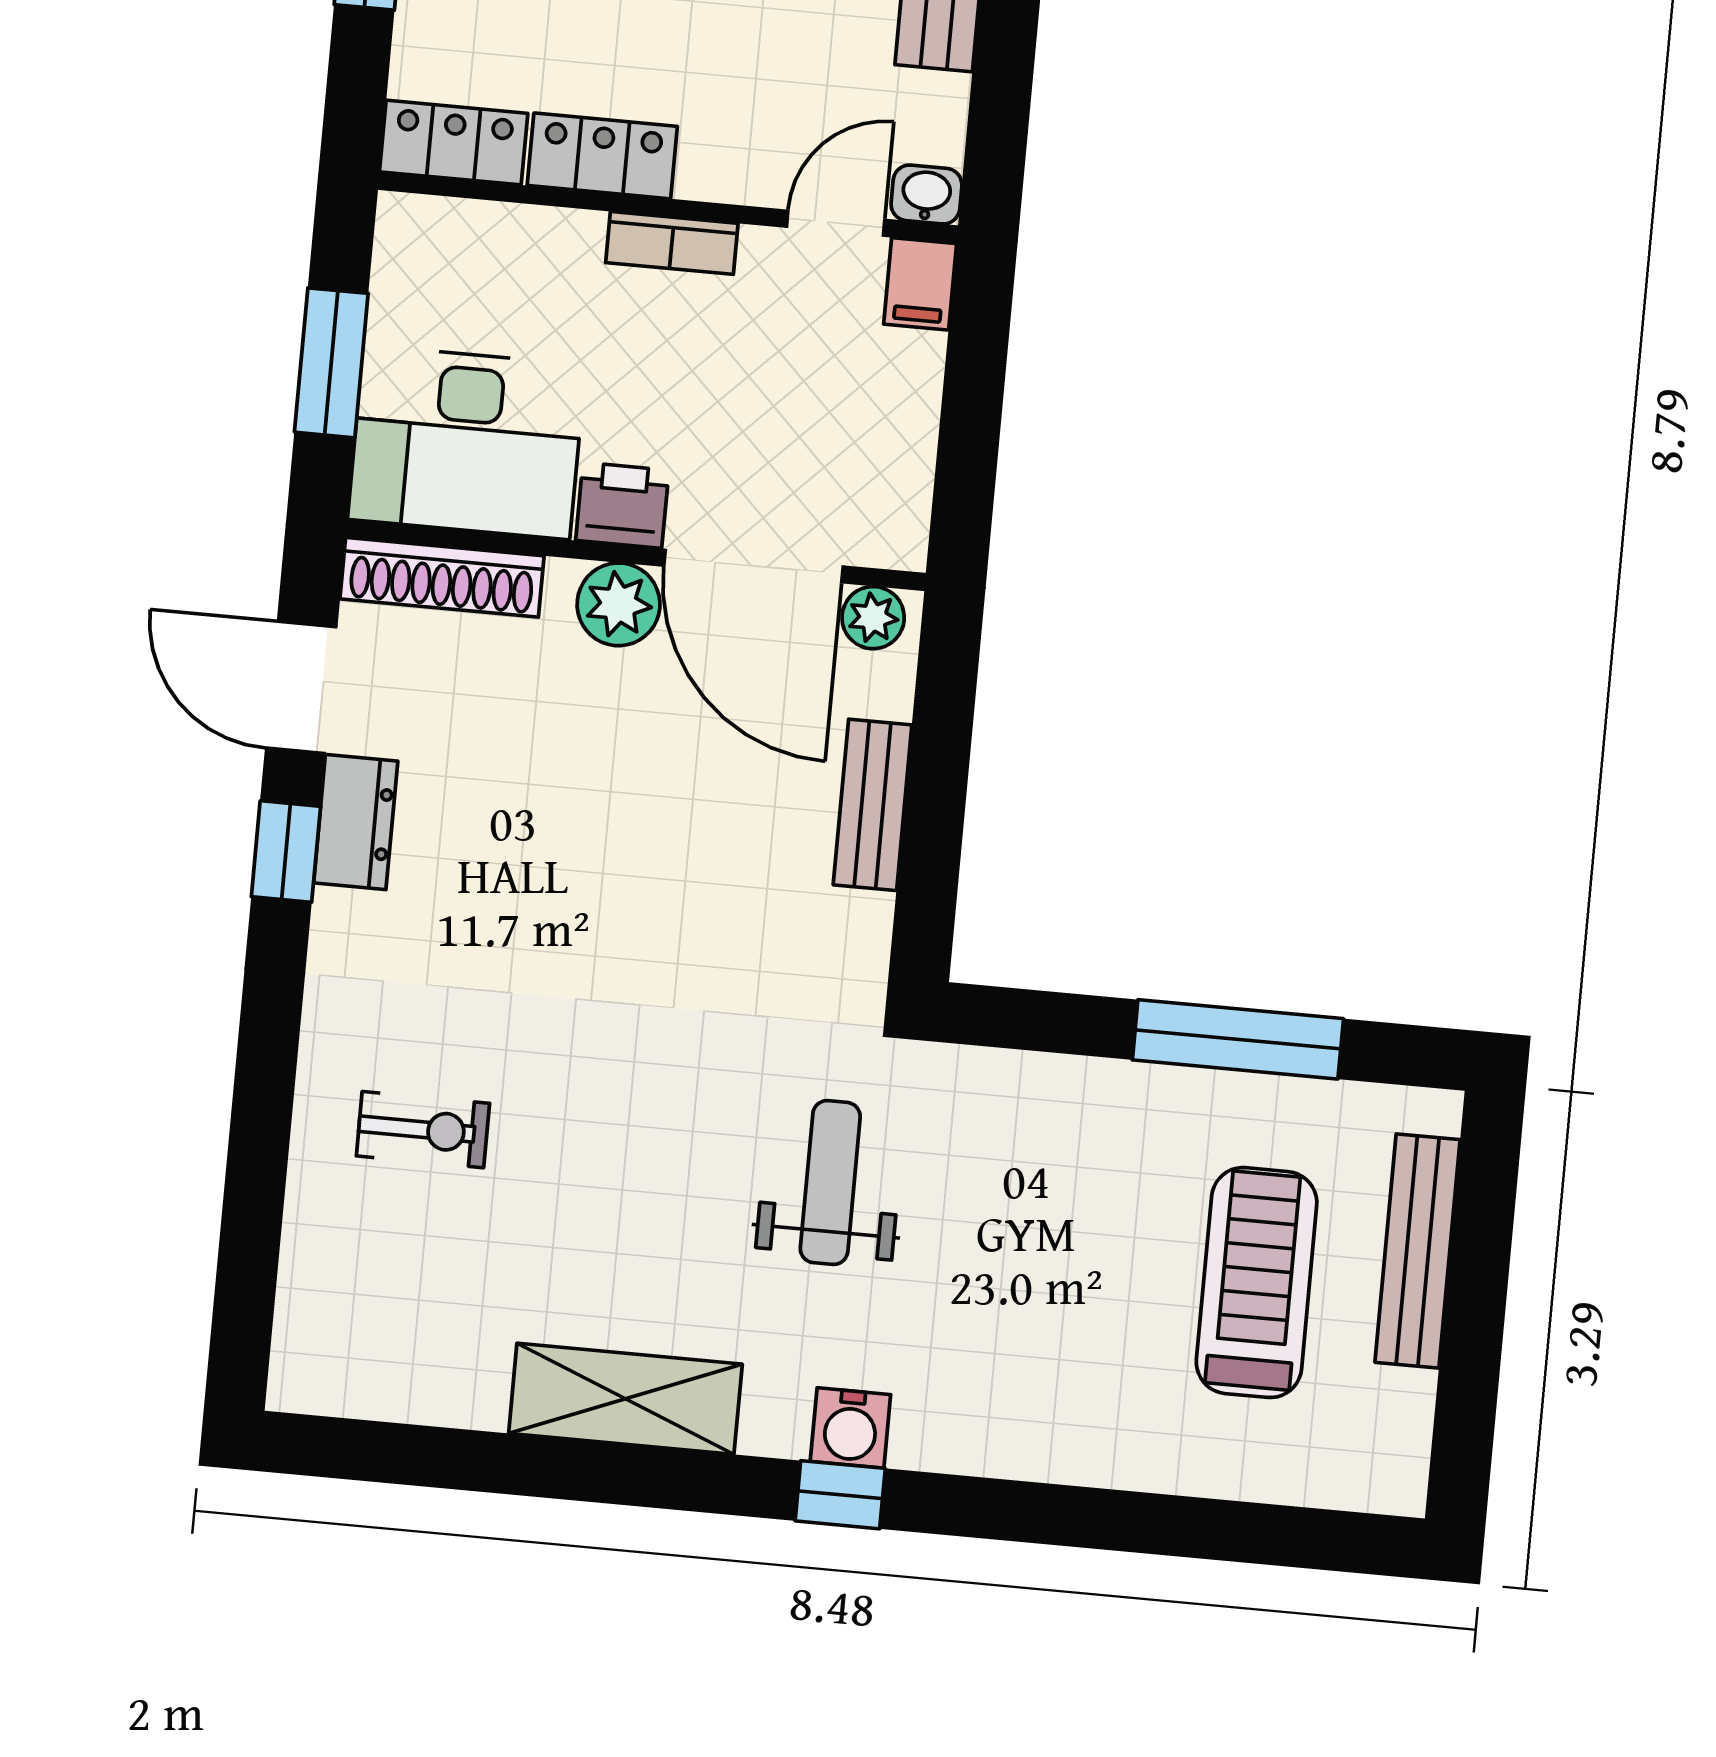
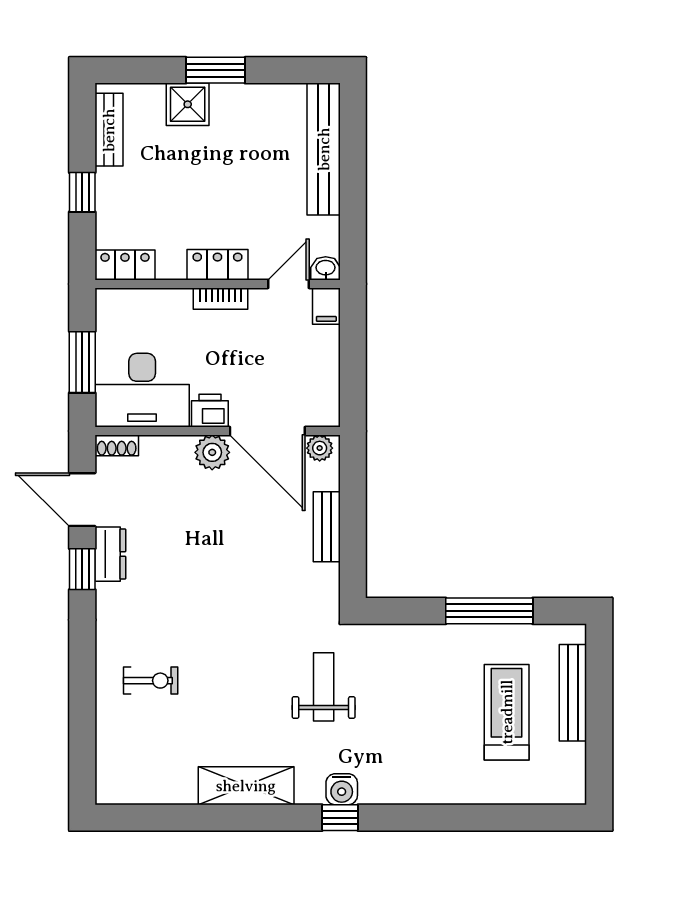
locker: (602, 156) -> (217, 265), moved
shoe rack: (442, 577) -> (117, 445), width x0.51, depth x0.81

